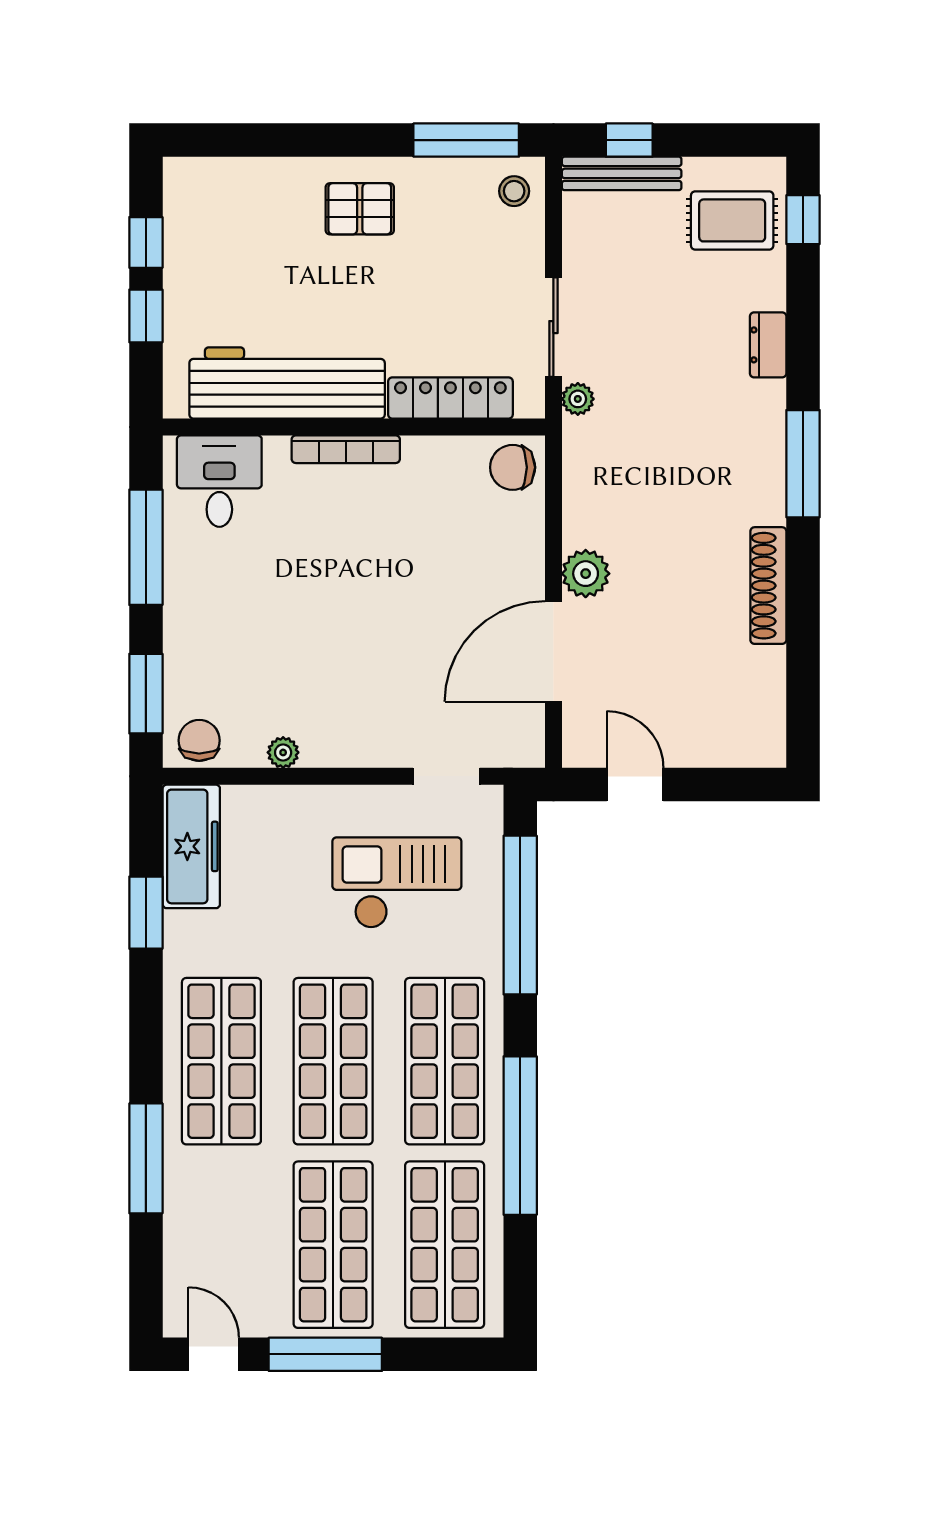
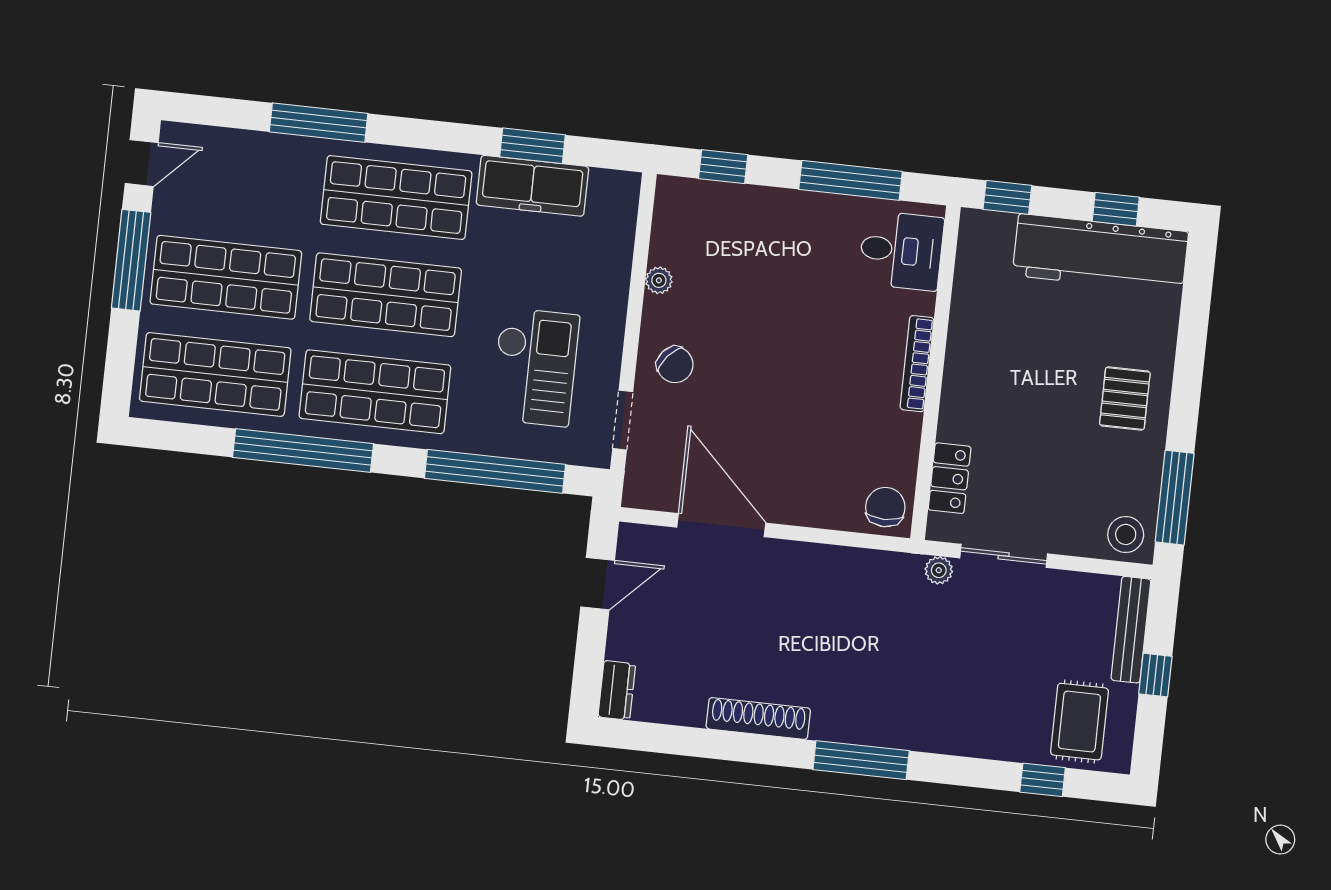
window: (629, 140) -> (1155, 675), moved
stool: (514, 191) -> (1126, 534), width x1.37, depth x1.37
window: (803, 220) -> (1043, 780), moved
window: (146, 316) -> (1007, 197), moved
dresser: (768, 345) -> (617, 690), moved, turned 90
workbench: (287, 383) -> (1100, 254), moved, turned 90
locker: (450, 398) -> (950, 478), width x0.66
plant: (586, 574) -> (786, 561), removed
window: (146, 694) -> (723, 167), width x0.67
chair: (199, 740) -> (675, 365), moved, turned 40
freezer: (191, 846) -> (532, 186), moved

